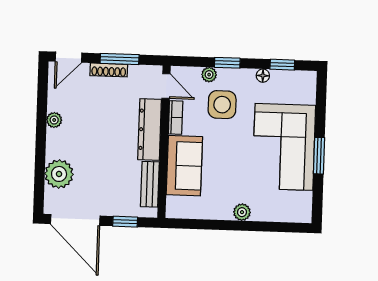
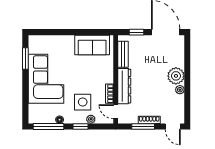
door: (69, 57) -> (173, 126), swing flipped
window: (282, 65) -> (49, 126), width x2.17
window: (319, 156) -> (25, 58), moved
sofa: (184, 166) -> (92, 45), moved, turned -90
plant: (59, 174) -> (176, 76), moved
plant: (242, 212) -> (69, 40), removed

